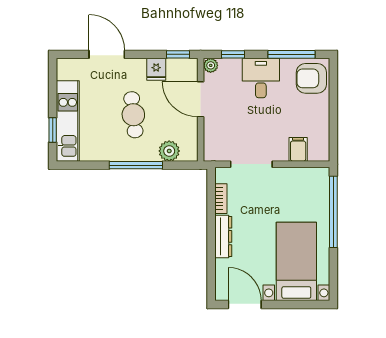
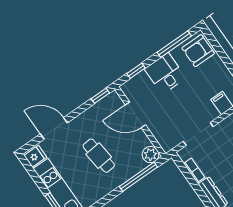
plant: (211, 65) -> (127, 88), removed
fridge: (156, 69) -> (35, 156), moved, turned -90
plant: (169, 151) -> (151, 155), moved
window: (136, 165) -> (138, 177), moved

